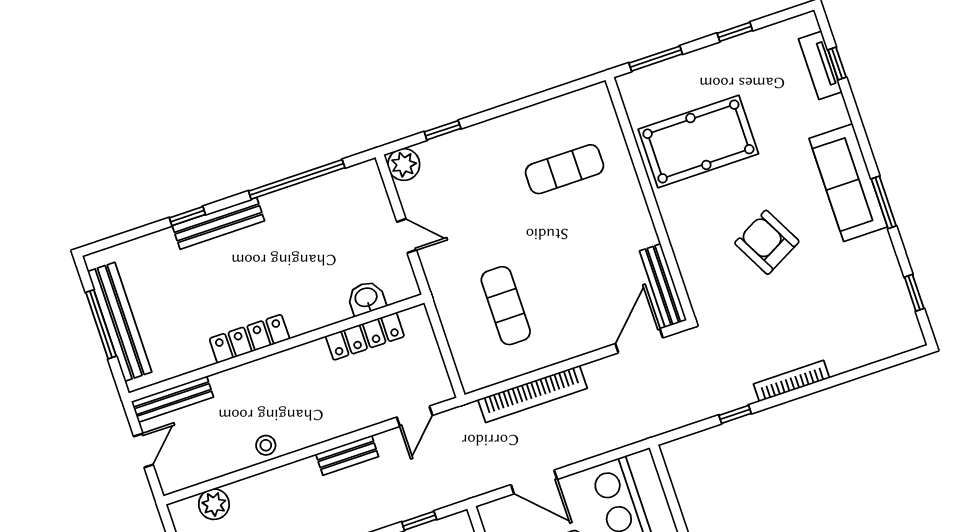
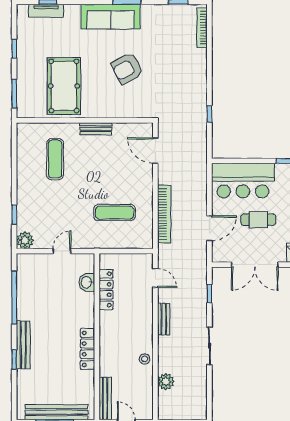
bench: (663, 286) -> (96, 129), moved, width x0.73
bookcase: (792, 381) -> (202, 28), moved
plant: (214, 504) -> (166, 382), moved

